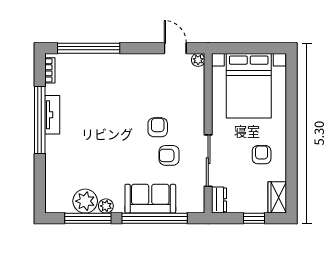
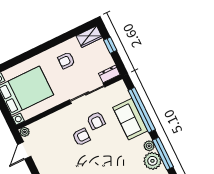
armchair: (158, 127) -> (81, 137), turned 180

